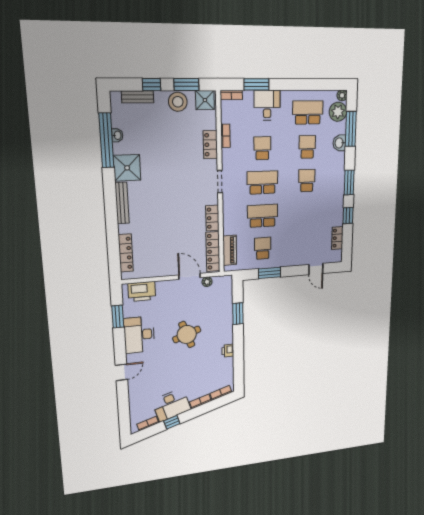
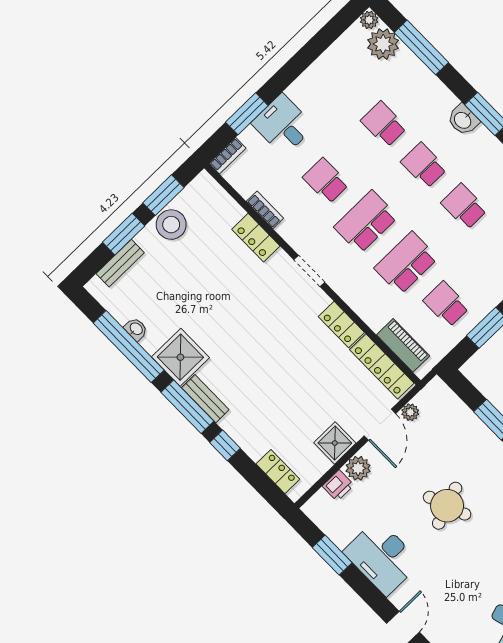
window: (151, 85) -> (124, 234), width x1.50
shower: (205, 100) -> (335, 443), moved
school desk: (308, 112) -> (464, 206), moved, width x0.54
washbasin: (339, 143) -> (463, 120), moved
window: (110, 194) -> (187, 407), added
bench: (122, 203) -> (205, 399), width x0.73
window: (112, 227) -> (225, 445), added
locker: (126, 253) -> (278, 472), width x0.66
door: (190, 276) -> (380, 425), swing flipped
plant: (163, 288) -> (358, 468), added
printer: (142, 291) -> (338, 485), width x0.53, depth x0.68

